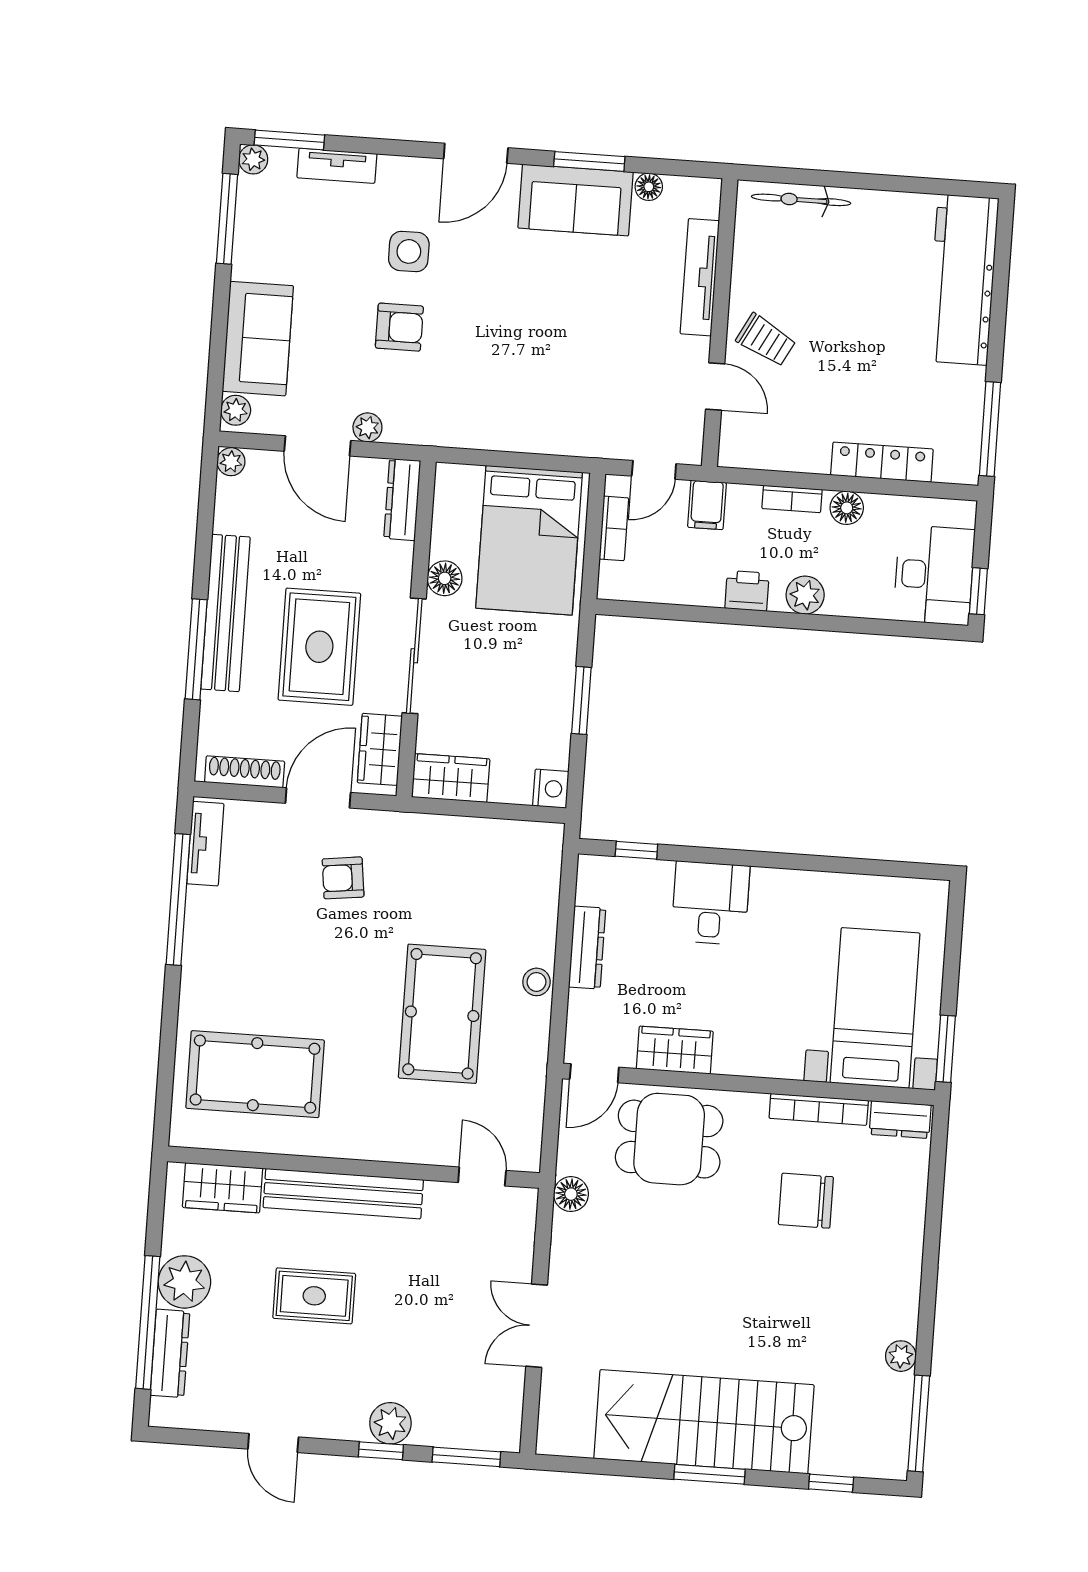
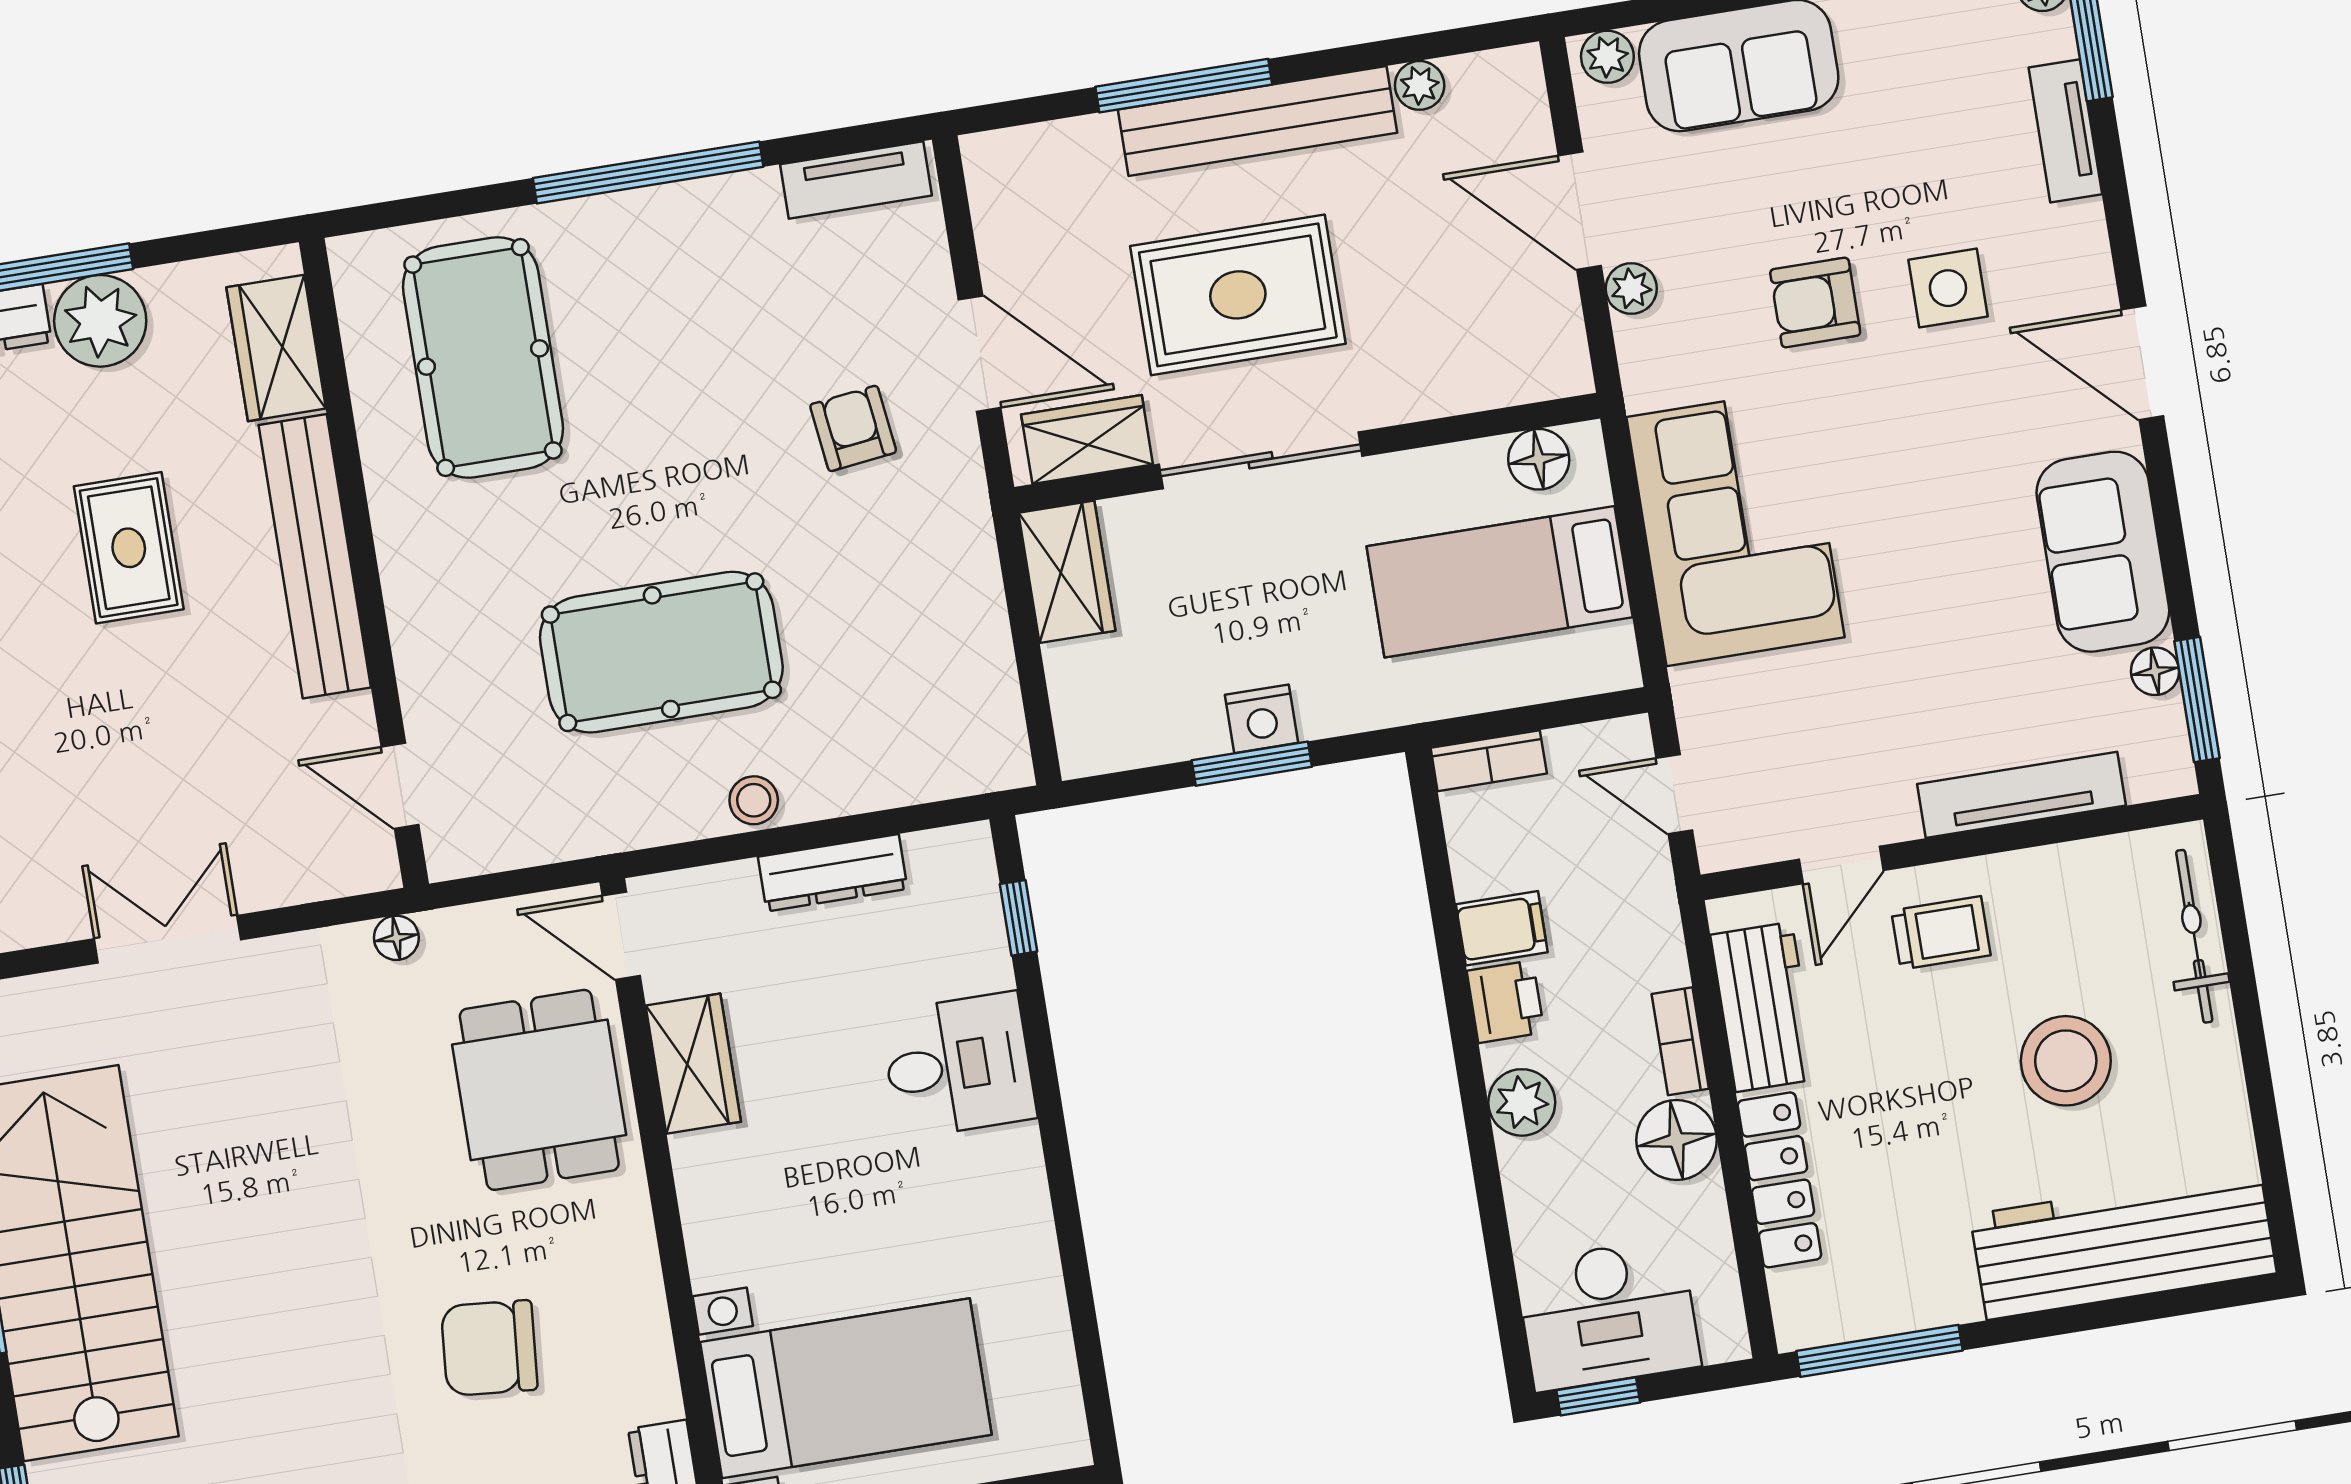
window: (589, 161) -> (2197, 700), moved
stool: (853, 287) -> (2066, 1061), added
armchair: (399, 327) -> (1815, 302), turned 90
trolley: (766, 340) -> (1941, 933), turned -118
corner sofa: (514, 401) -> (1735, 527), added
door: (318, 446) -> (1580, 211), hinge flipped
workbench: (784, 448) -> (1764, 1007), added
plant: (231, 462) -> (1420, 85), moved
dresser: (402, 500) -> (1522, 377), removed
filing cabinet: (707, 505) -> (1502, 928), moved, turned 180
floor lamp: (847, 508) -> (1677, 1140), width x1.38, depth x1.38
bookcase: (614, 528) -> (1489, 761), moved
bed: (529, 540) -> (1500, 582), width x0.67
floor lamp: (445, 578) -> (1539, 459), moved
shoe rack: (245, 772) -> (994, 218), removed
nightstand: (551, 789) -> (1262, 719), moved
window: (178, 899) -> (648, 172), moved
bookcase: (819, 1109) -> (650, 1333), removed
door: (482, 1176) -> (400, 786), swing flipped
floor lamp: (571, 1194) -> (396, 938), width x0.73, depth x0.73
chair: (806, 1201) -> (489, 1348), turned -85

